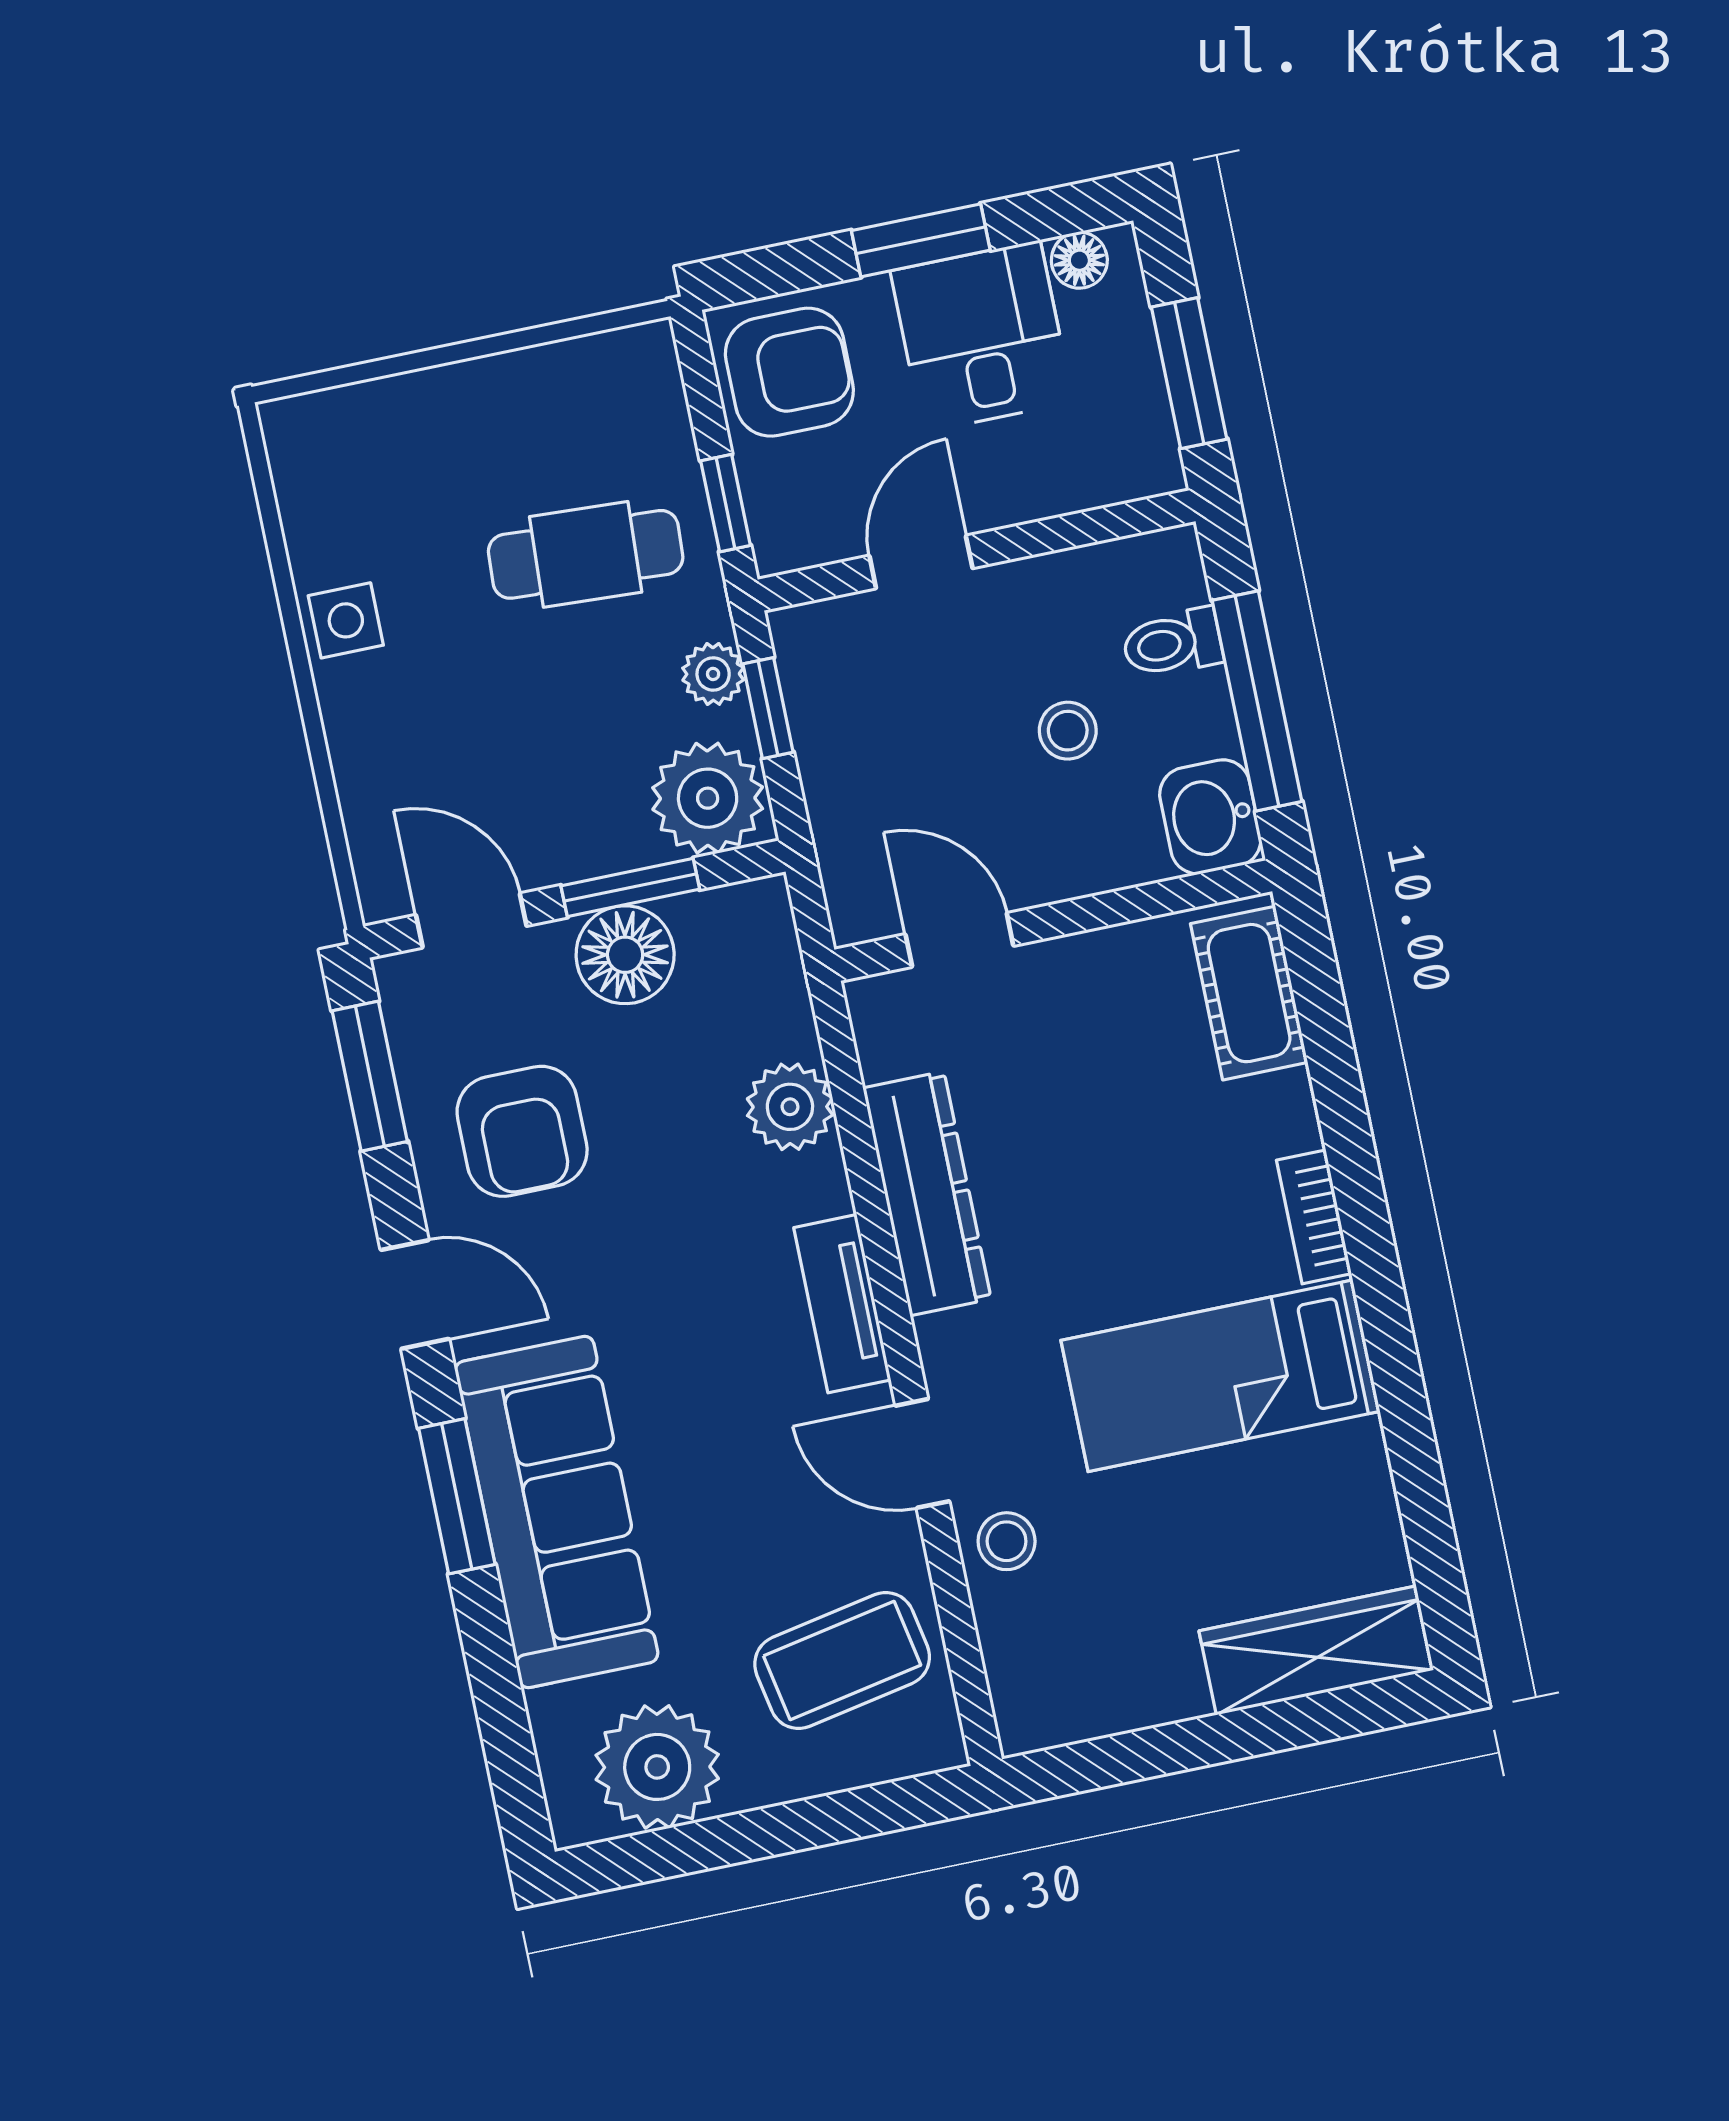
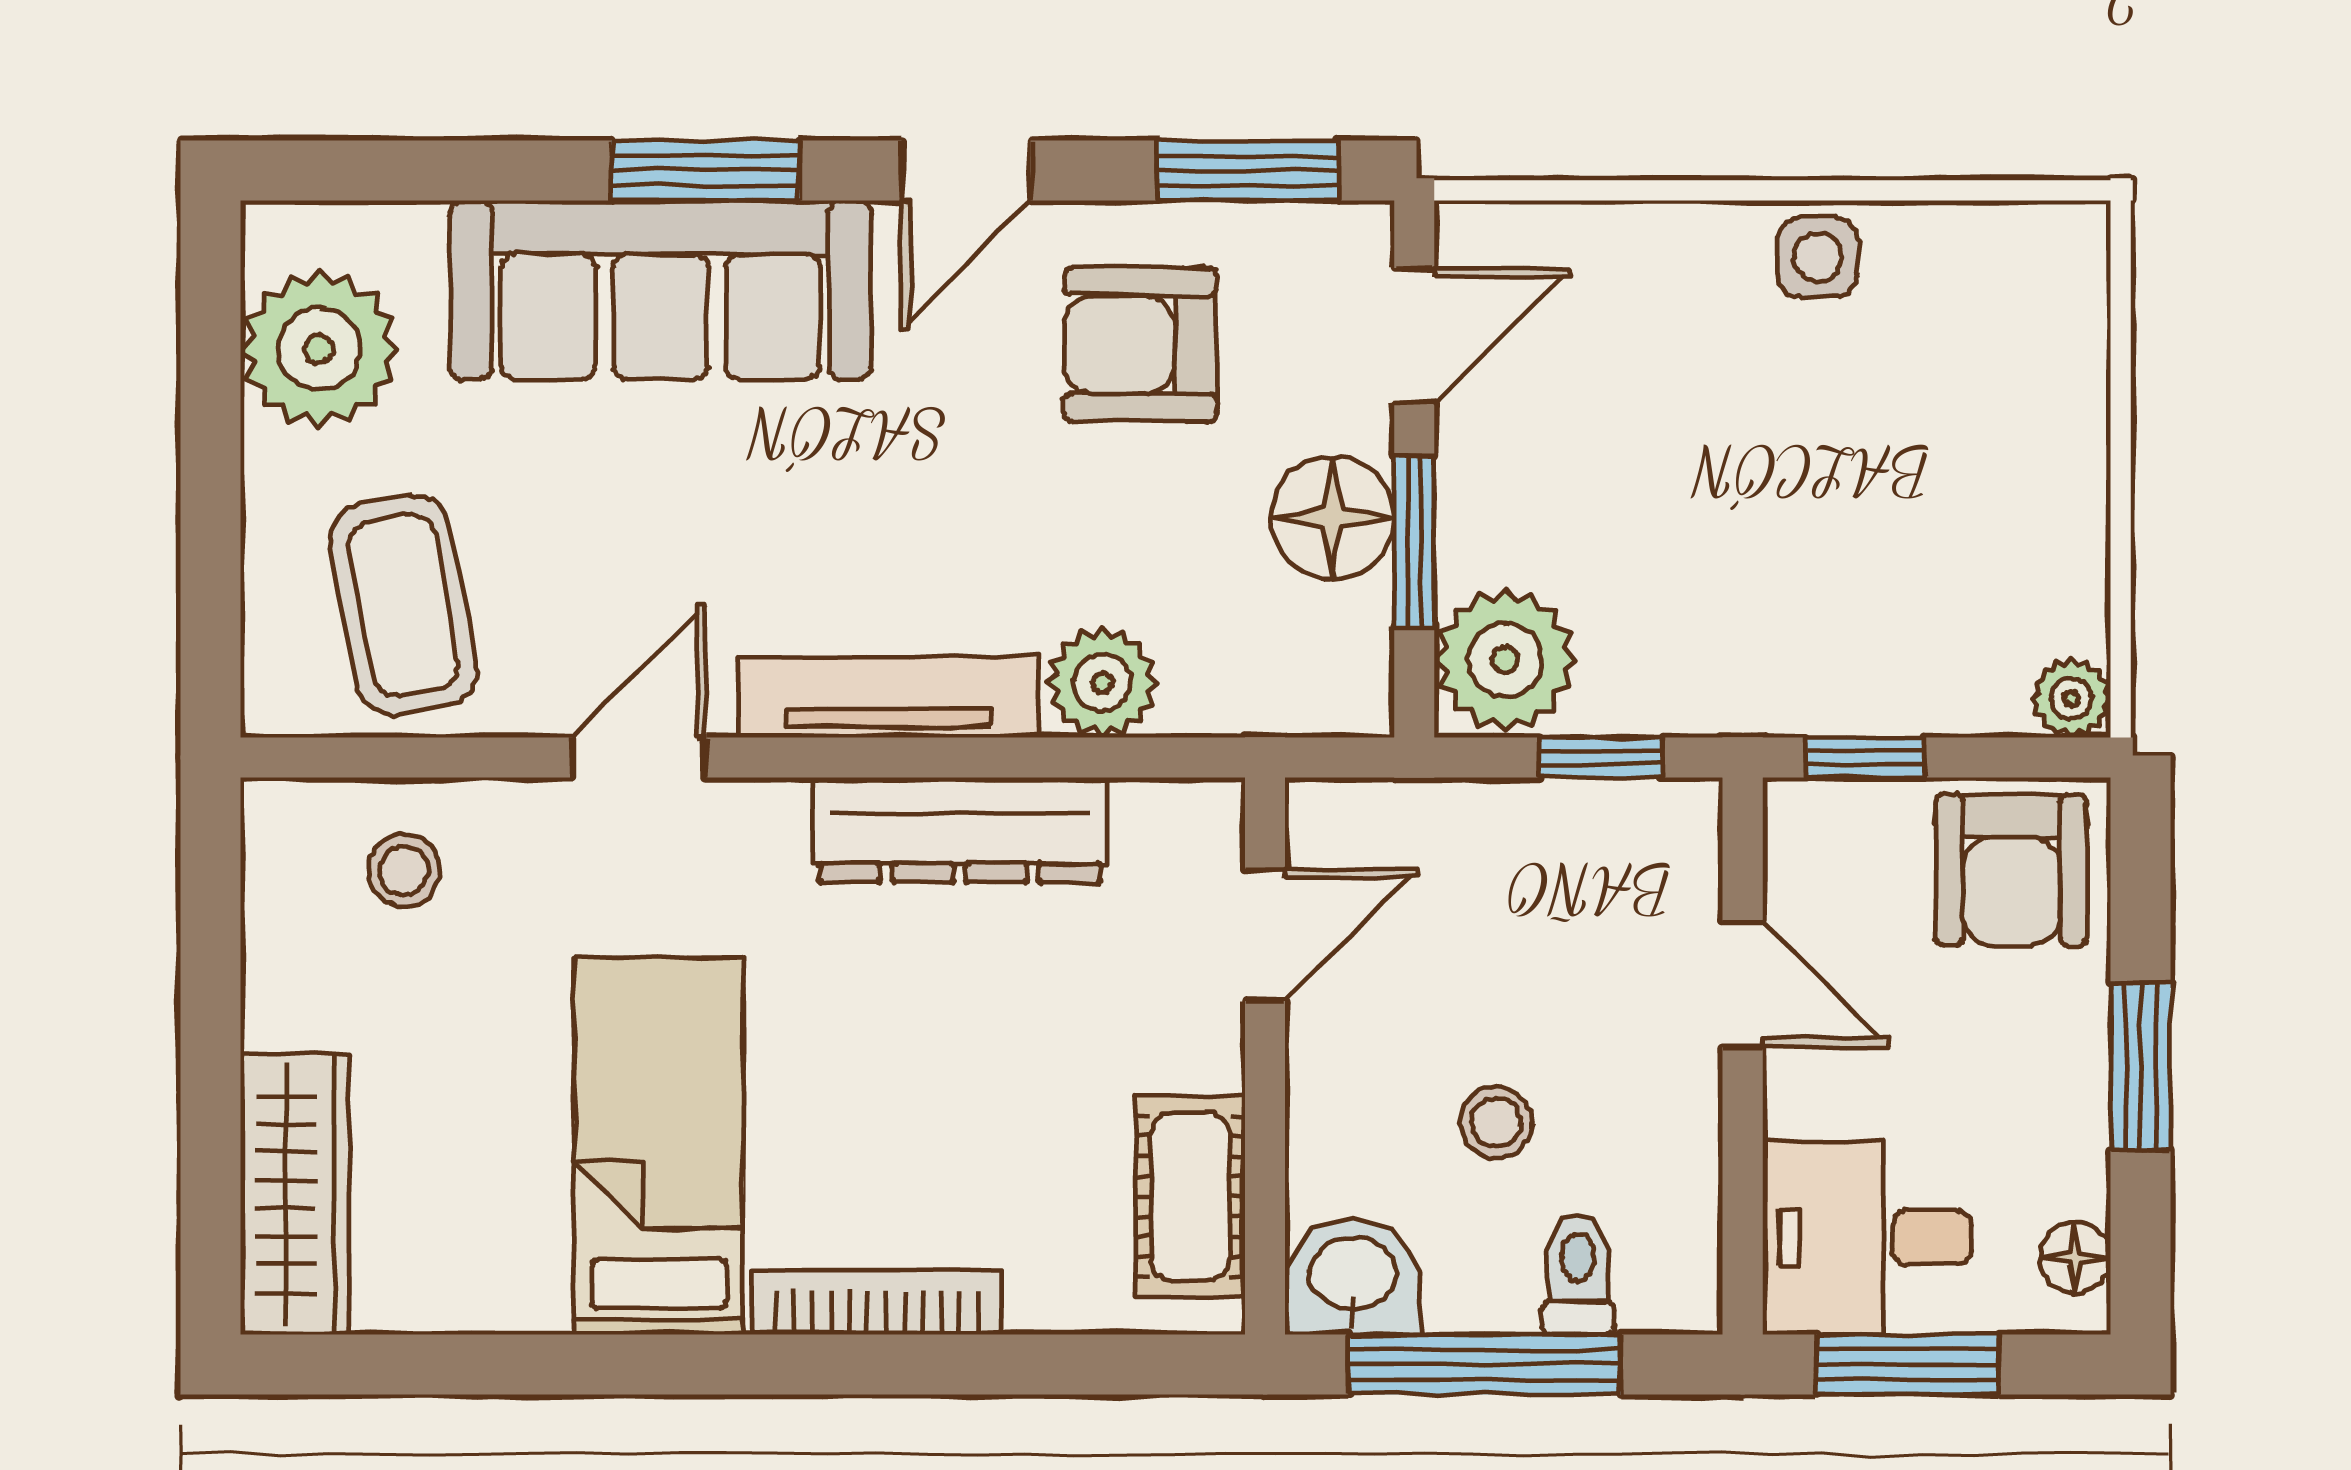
desk: (982, 336) -> (1867, 1238), moved, turned 180
cafe table: (586, 554) -> (1838, 571), removed
plant: (713, 674) -> (2071, 698), moved
cot: (1249, 993) -> (1190, 1197), moved, turned 90
bookcase: (1314, 1217) -> (876, 1303), width x1.56
tv unit: (842, 1304) -> (889, 697), width x1.41
stool: (1007, 1541) -> (404, 870), moved

